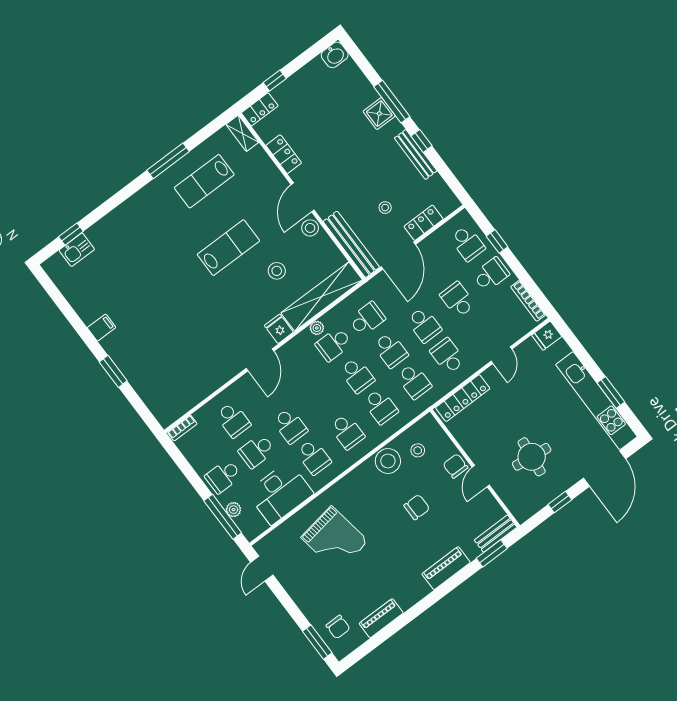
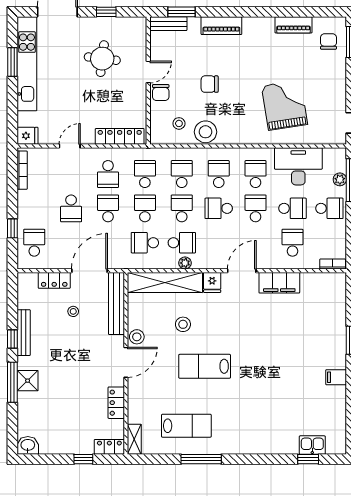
school desk: (491, 274) -> (219, 208), moved
filing cabinet: (218, 375) -> (279, 283), added

